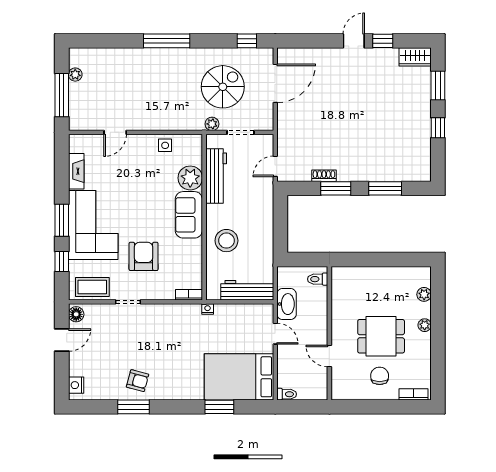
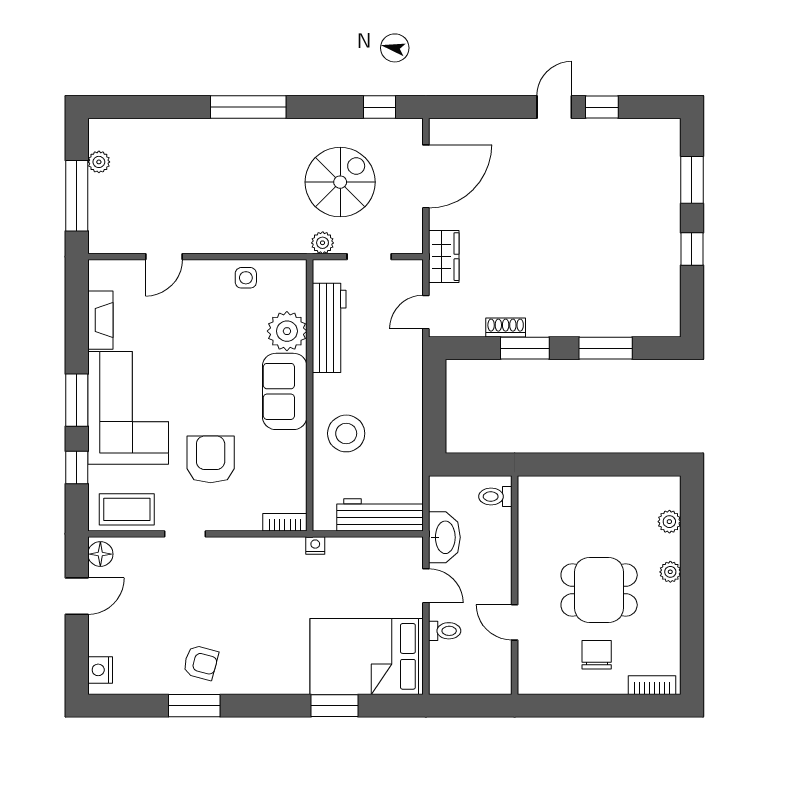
wardrobe: (415, 57) -> (444, 257), moved, turned -90
toilet: (287, 394) -> (445, 631), moved

